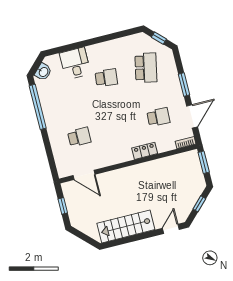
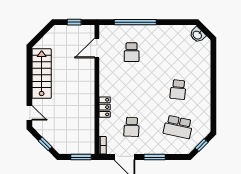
desk: (75, 63) -> (198, 65), removed
window: (38, 107) -> (135, 22), moved

